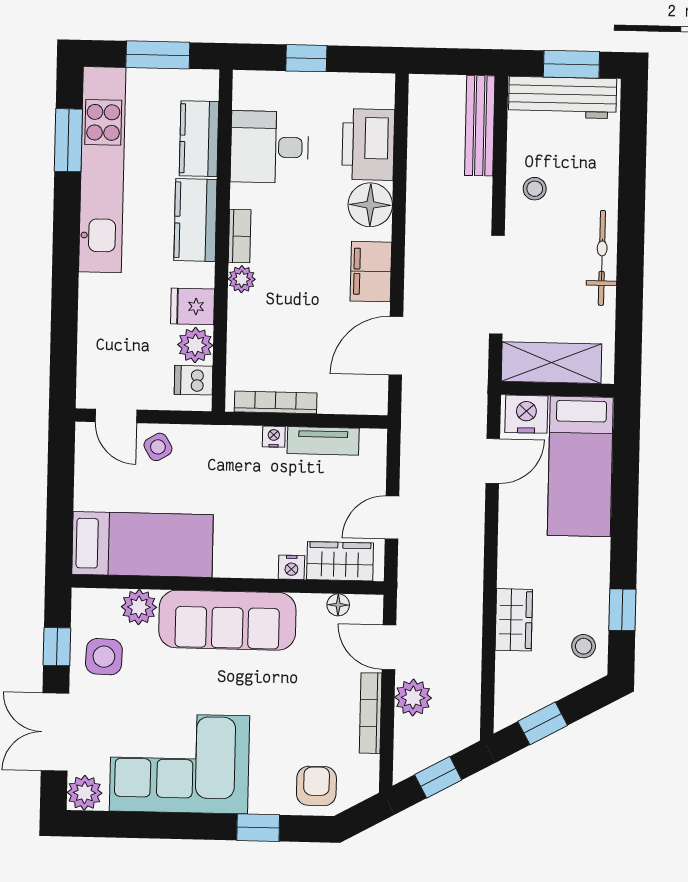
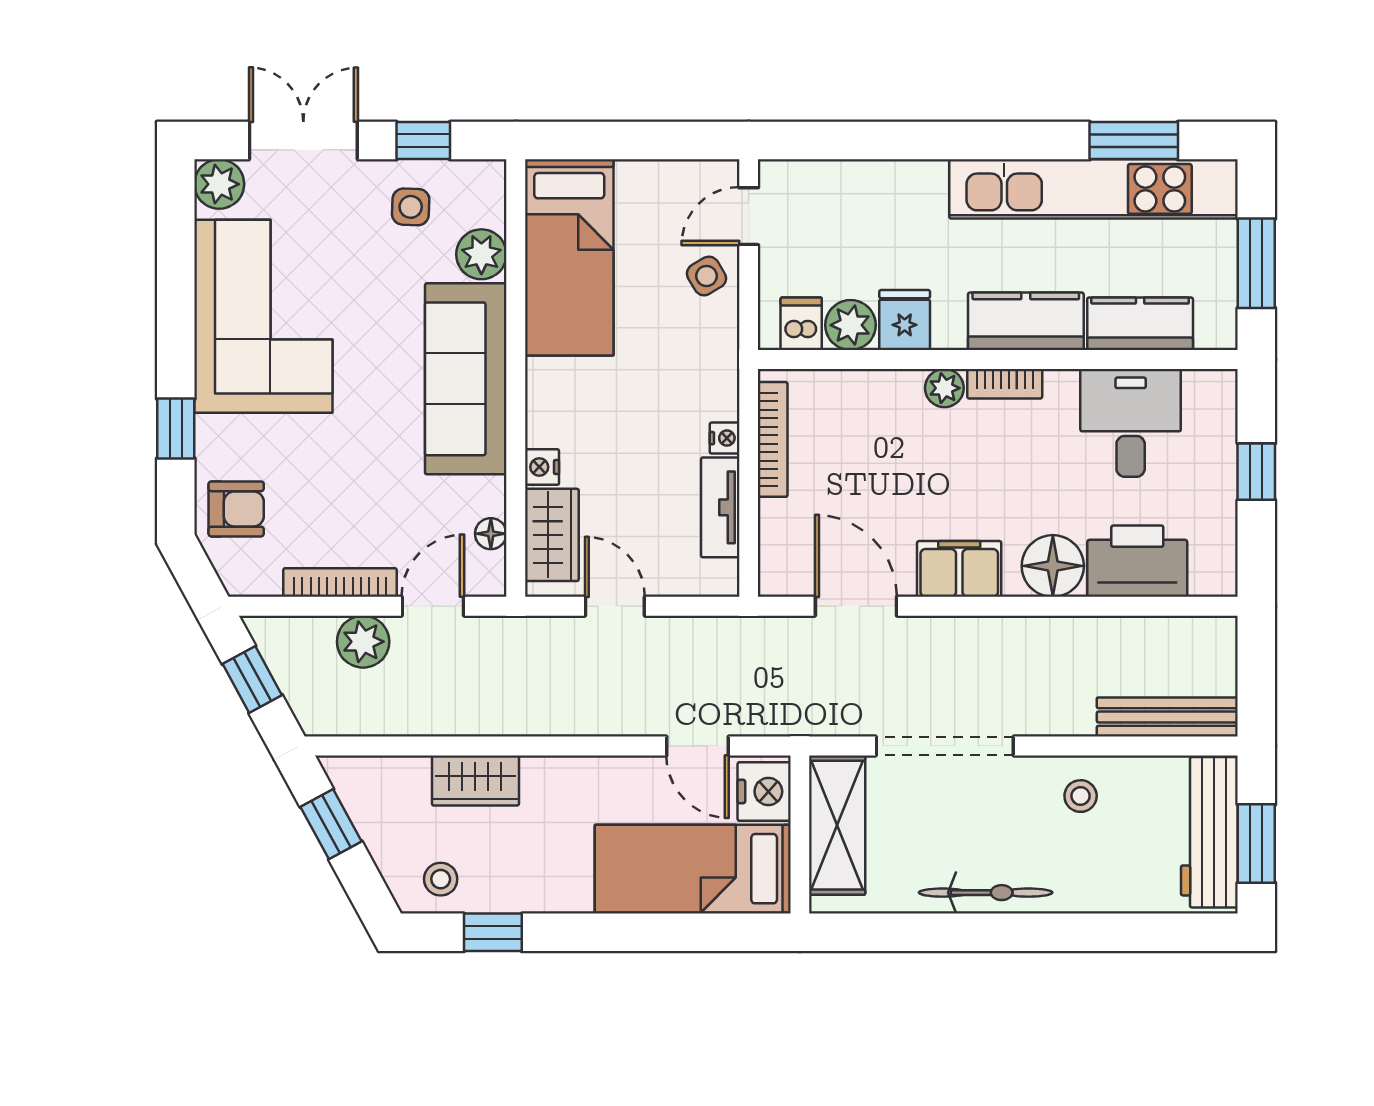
side table: (104, 657) -> (411, 207), width x0.73, depth x0.73

